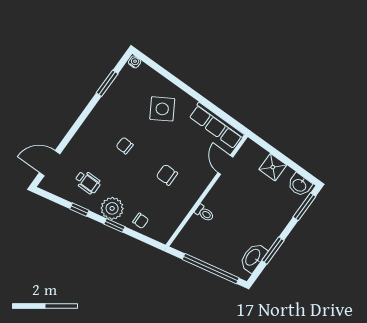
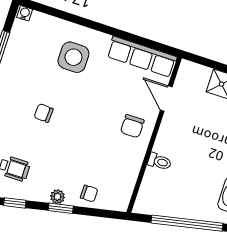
side table: (162, 109) -> (73, 57), turned 31
chair: (167, 175) -> (132, 126), moved, turned -90
plant: (112, 208) -> (57, 197), width x0.53, depth x0.53

